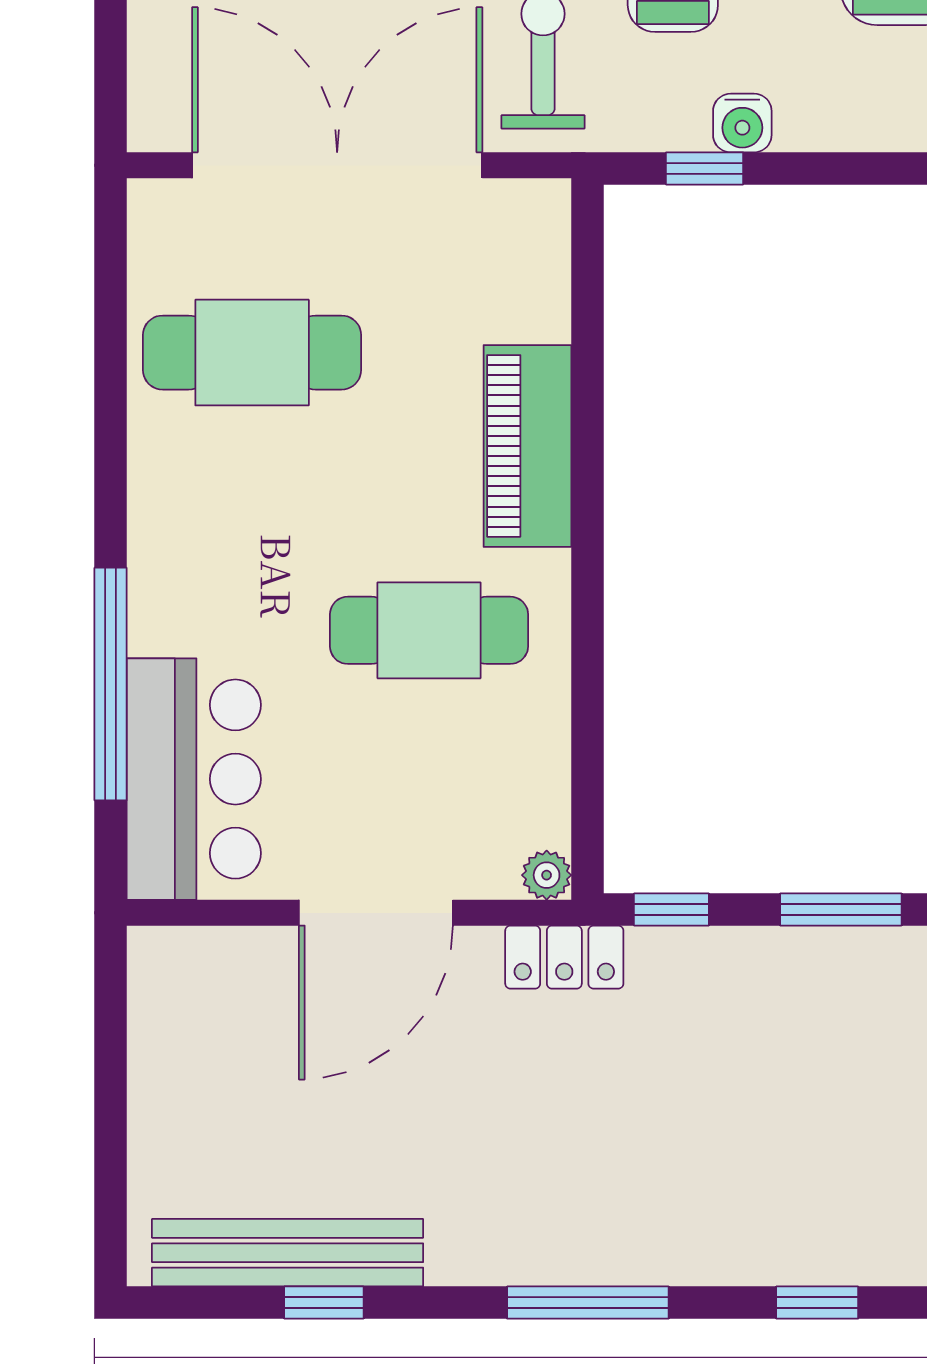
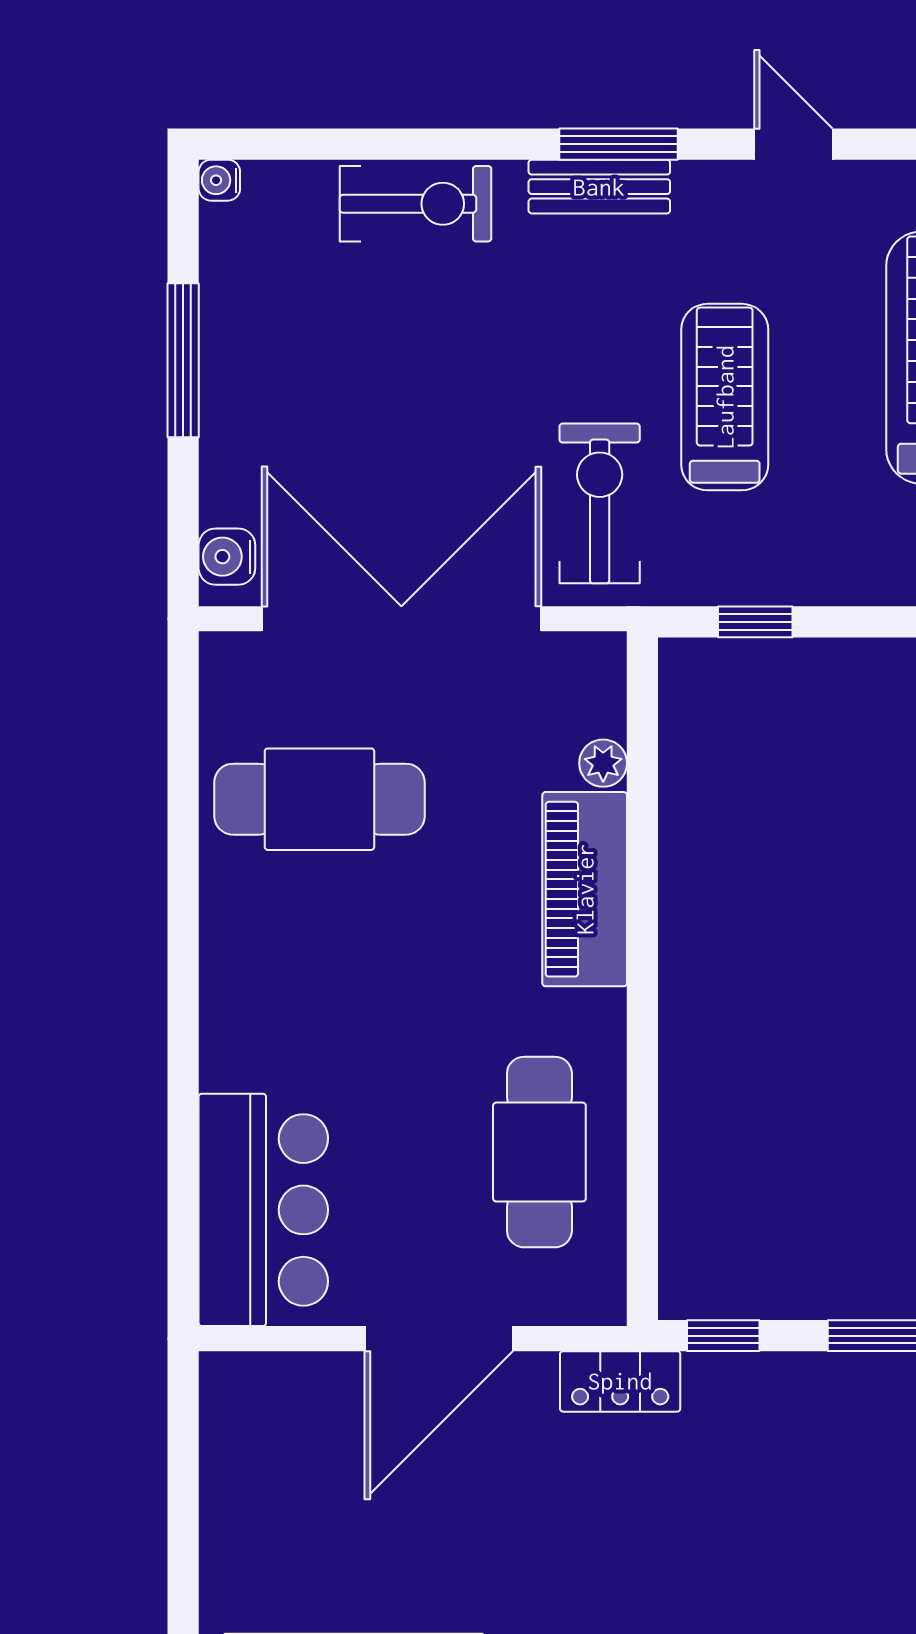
water cooler: (742, 123) -> (227, 557), moved, turned 90
cafe table: (429, 630) -> (539, 1152), moved, turned 90
window: (111, 684) -> (183, 1118), removed
plant: (547, 875) -> (603, 763), moved

